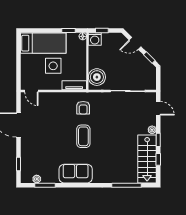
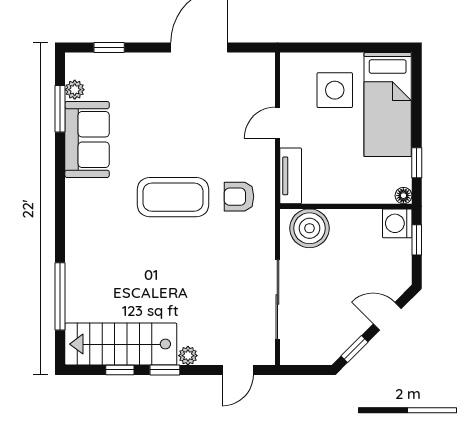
door: (135, 43) -> (387, 316), hinge flipped
side table: (53, 66) -> (335, 90), moved
door: (31, 91) -> (277, 123), moved
coffee table: (83, 136) -> (173, 197), width x1.36, depth x1.32
sofa: (76, 174) -> (87, 139), moved

